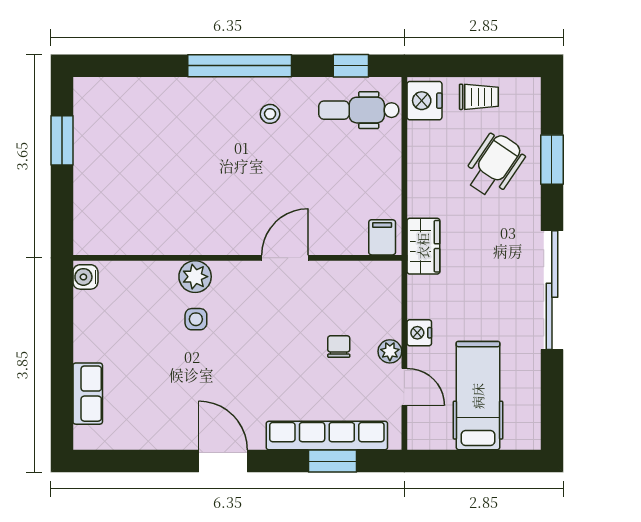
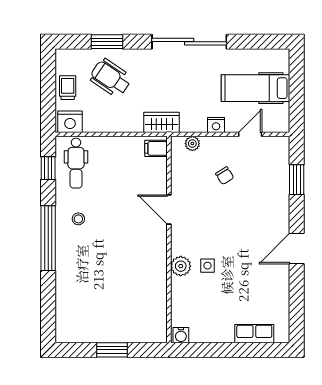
window: (62, 140) -> (112, 350), moved
chair: (339, 347) -> (225, 176), turned -122
plant: (390, 351) -> (192, 144), moved
row of seats: (327, 436) -> (281, 183), removed

